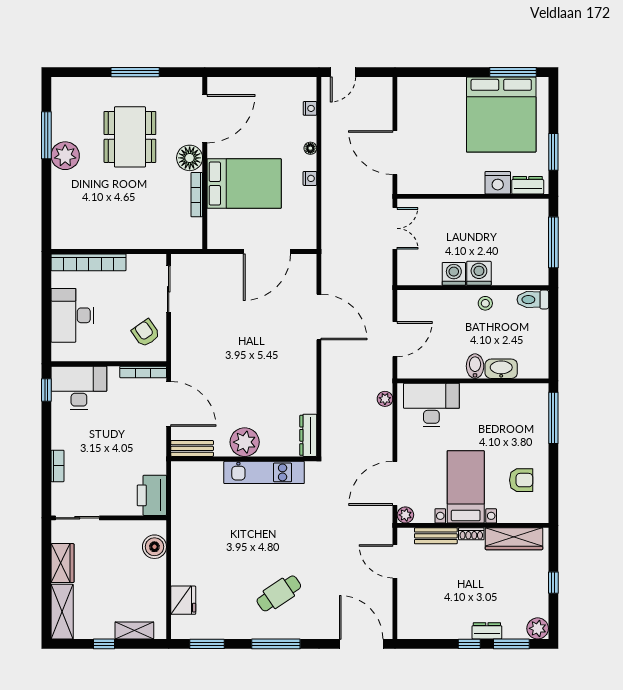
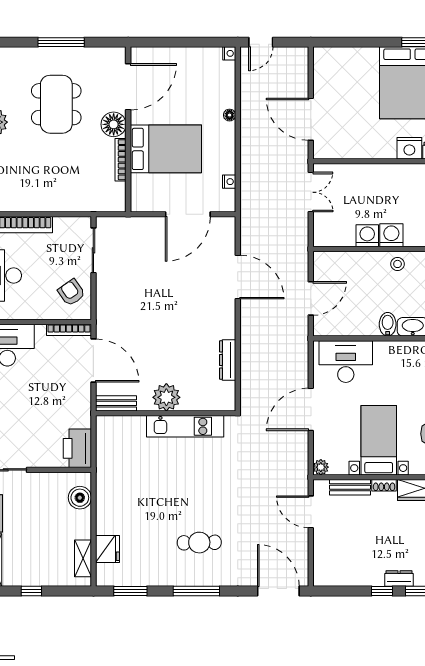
nightstand: (310, 108) -> (229, 53), moved
nightstand: (310, 178) -> (229, 182), moved
plant: (385, 399) -> (301, 356), removed
dresser: (308, 435) -> (228, 360), moved
door: (395, 483) -> (311, 409), moved
cafe table: (279, 593) -> (199, 543), turned 33
shelving: (134, 630) -> (83, 558), moved, turned 90

